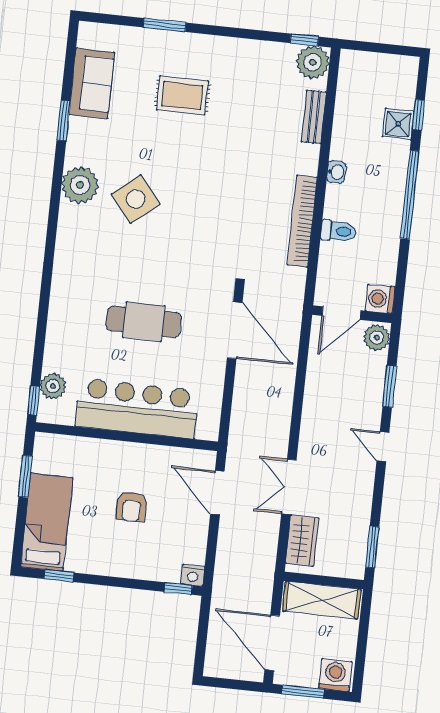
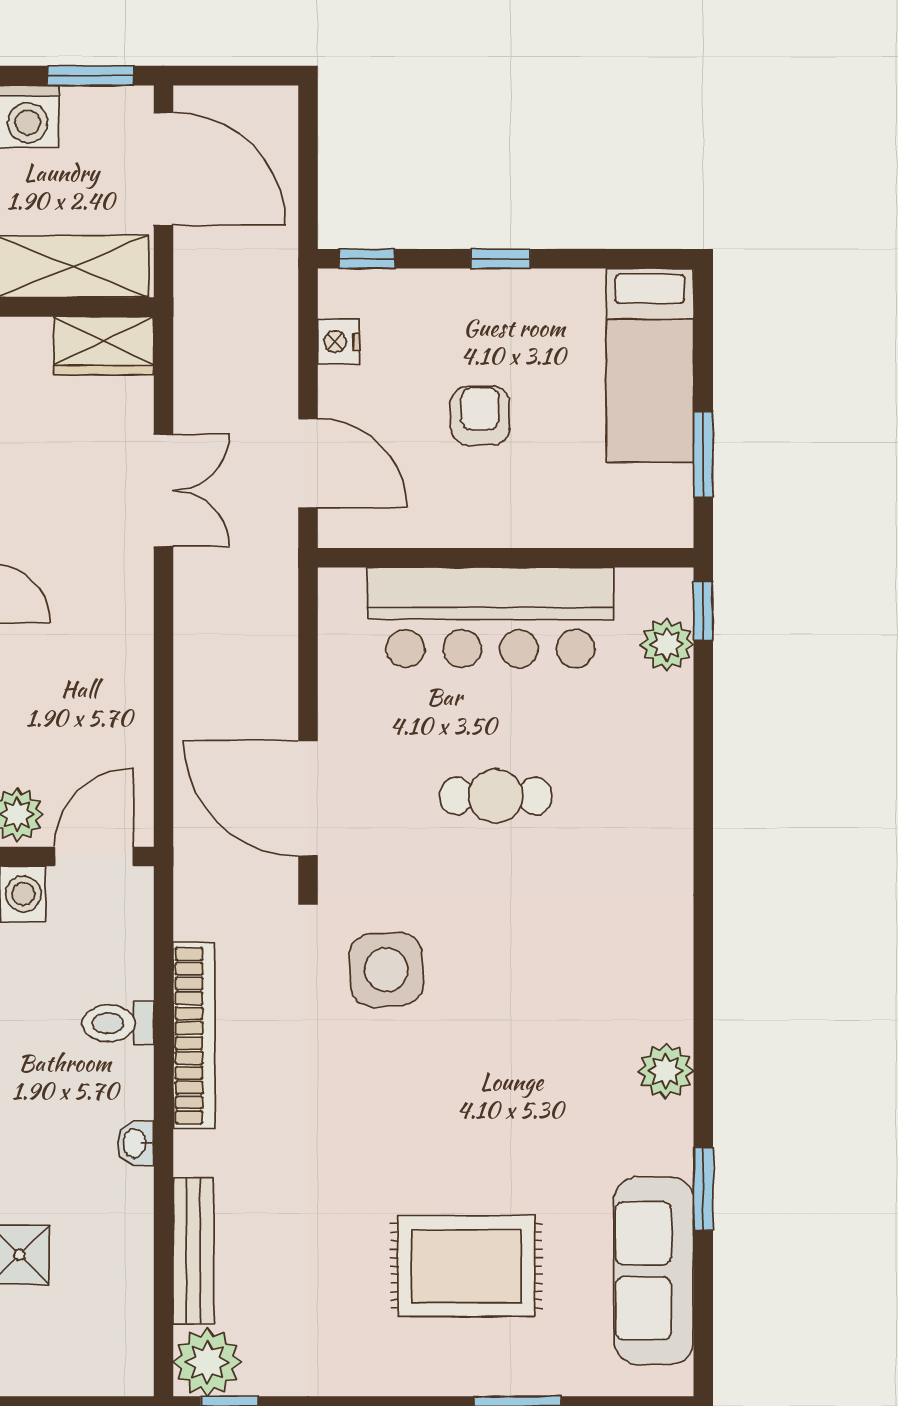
sofa: (92, 83) -> (654, 1271), width x1.36
rug: (182, 95) -> (466, 1266), width x1.36, depth x1.43
bench: (314, 117) -> (193, 1251), width x1.36
plant: (80, 185) -> (666, 1071), width x0.73, depth x0.73
side table: (136, 199) -> (386, 970), moved, turned 36
cafe table: (144, 322) -> (496, 796), width x0.73, depth x0.74
wardrobe: (302, 541) -> (104, 346), moved, turned -90
nightstand: (193, 575) -> (338, 342), moved, turned -90
window: (59, 576) -> (501, 259), moved

